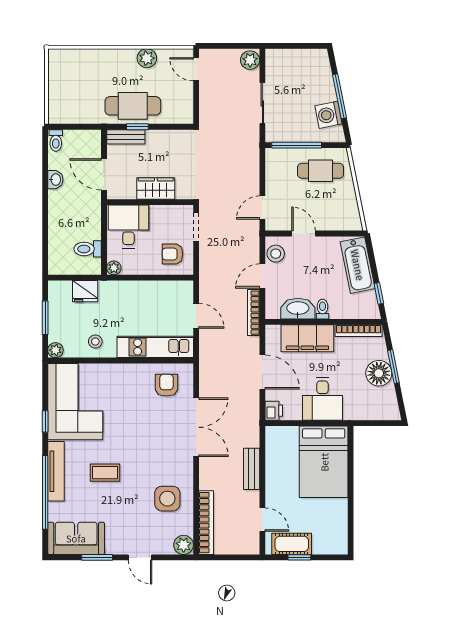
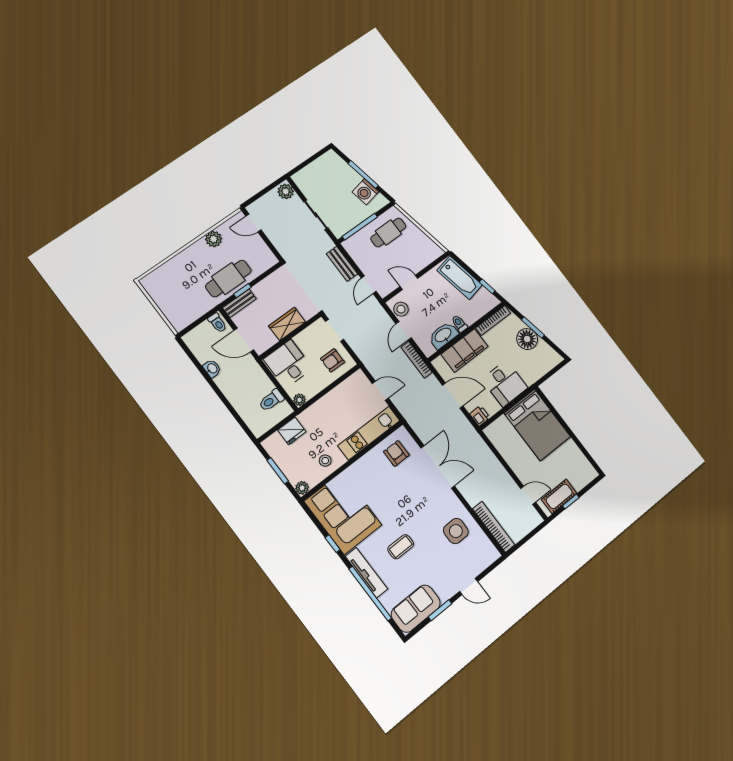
toilet: (56, 140) -> (217, 323), moved
bench: (252, 469) -> (342, 264), moved
plant: (184, 545) -> (491, 554), removed

